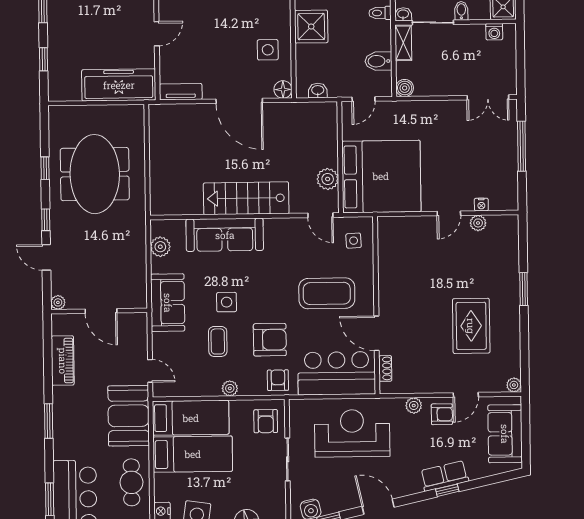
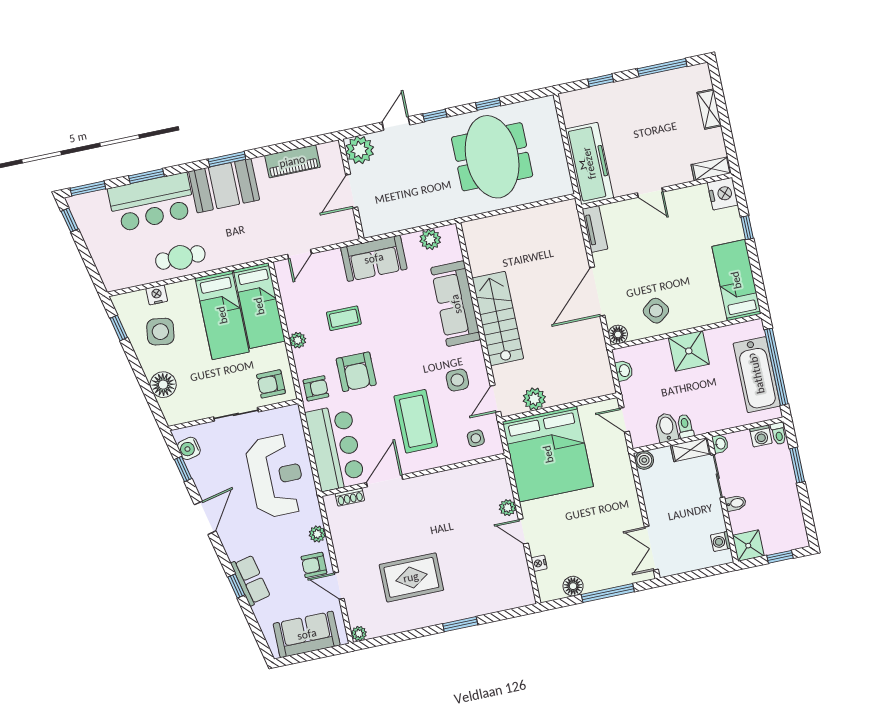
toilet: (380, 13) -> (685, 426), moved
side table: (268, 50) -> (656, 311), turned -37
meeting table: (95, 174) -> (492, 157), turned 90
floor lamp: (509, 177) -> (573, 586), added
plant: (478, 223) -> (508, 508), moved
plant: (58, 302) -> (360, 150), width x1.88, depth x1.88
side table: (227, 302) -> (457, 380), moved
armchair: (442, 414) -> (314, 565), turned 90
booth: (129, 416) -> (224, 186), moved

